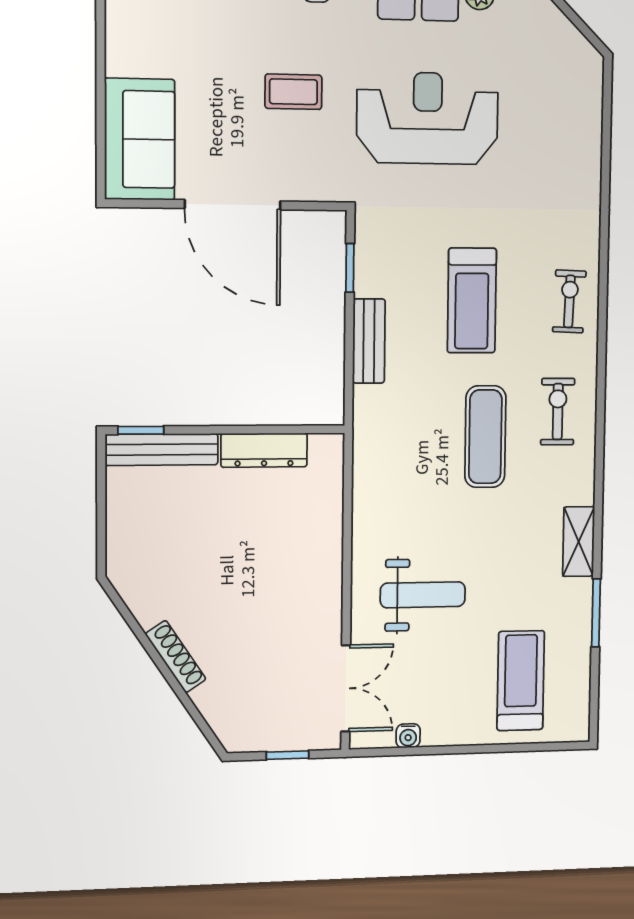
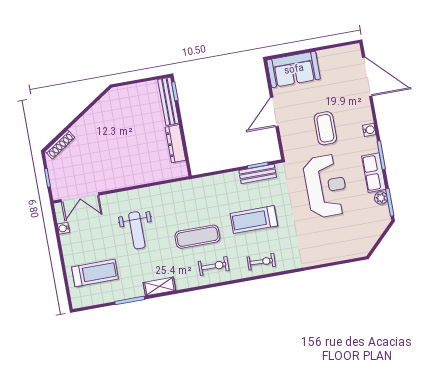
coffee table: (293, 92) -> (325, 128), width x1.36, depth x1.30
door: (233, 205) -> (274, 112), width x0.73
bench: (369, 341) -> (258, 174), moved
weight bench: (423, 595) -> (137, 230), moved
shoe rack: (176, 657) -> (60, 144), moved

